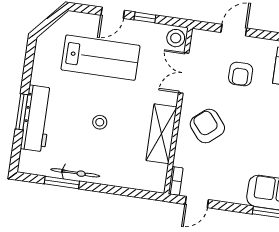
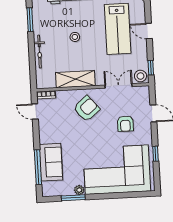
window: (145, 17) -> (151, 68), moved
armchair: (241, 74) -> (125, 124), turned -90
bicycle: (75, 173) -> (39, 52), moved

